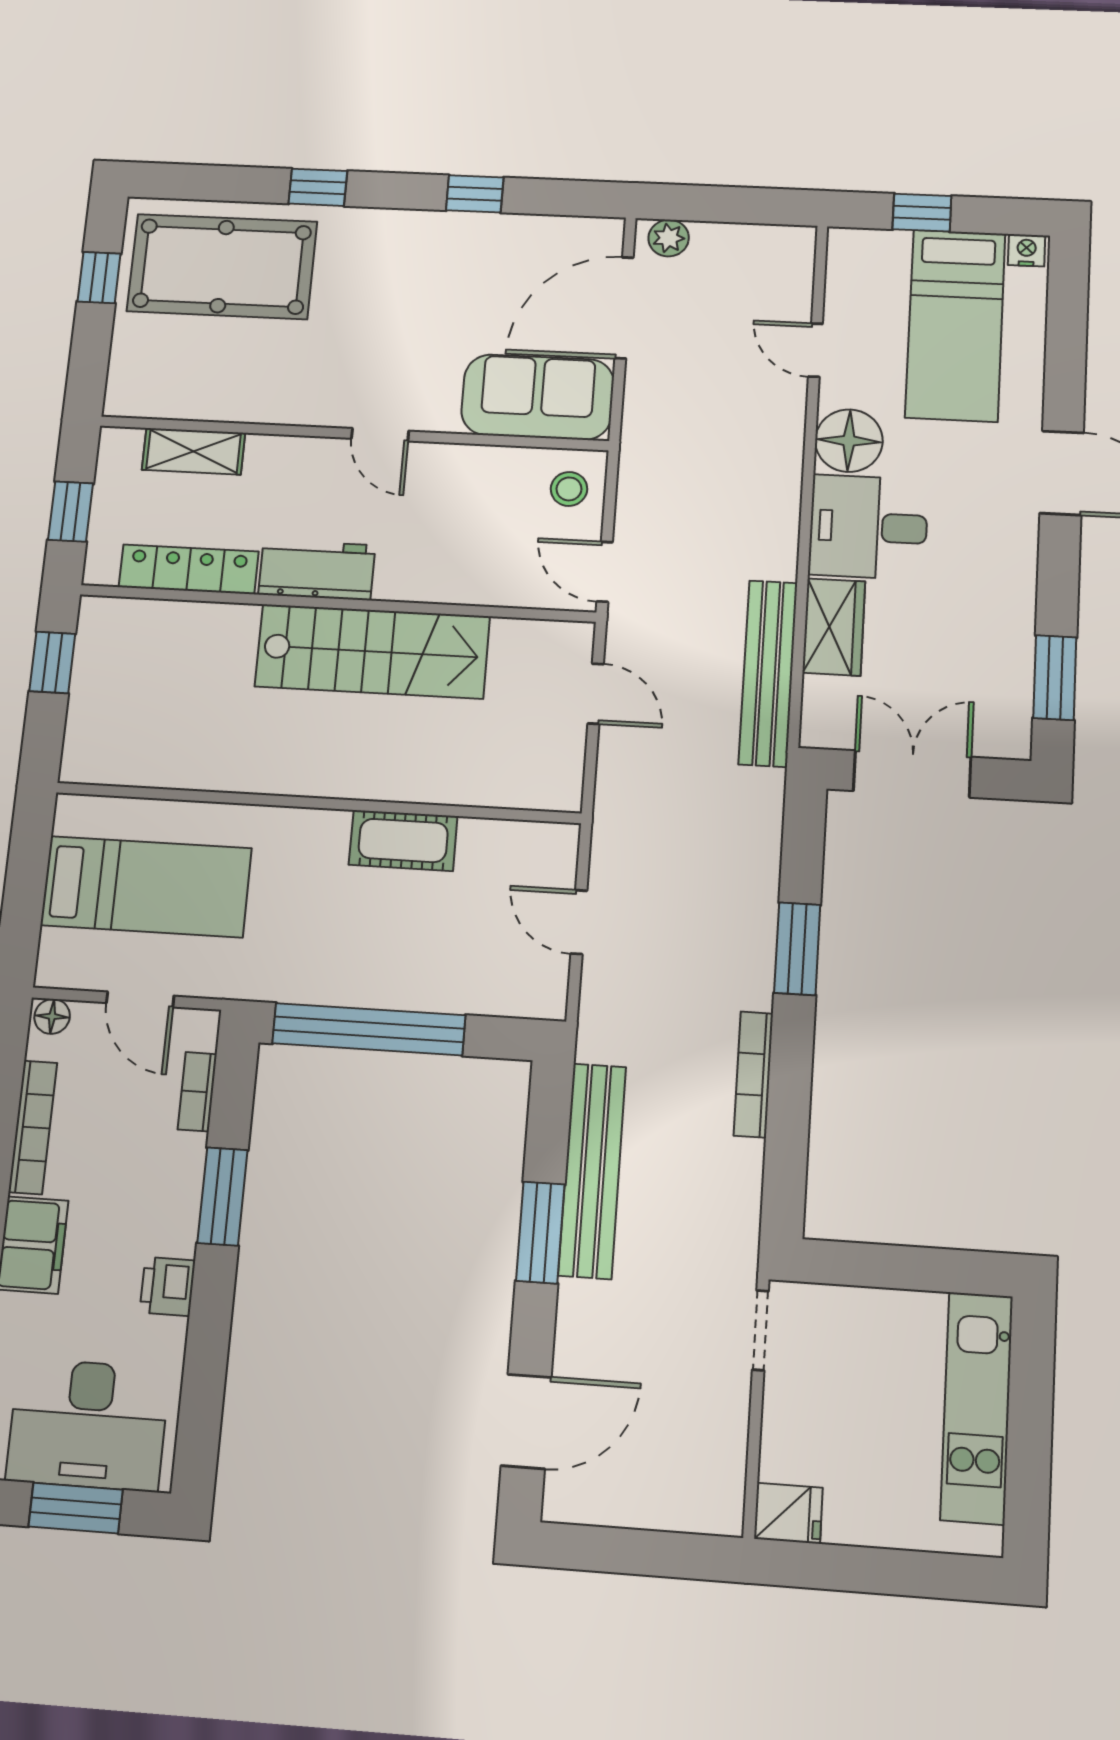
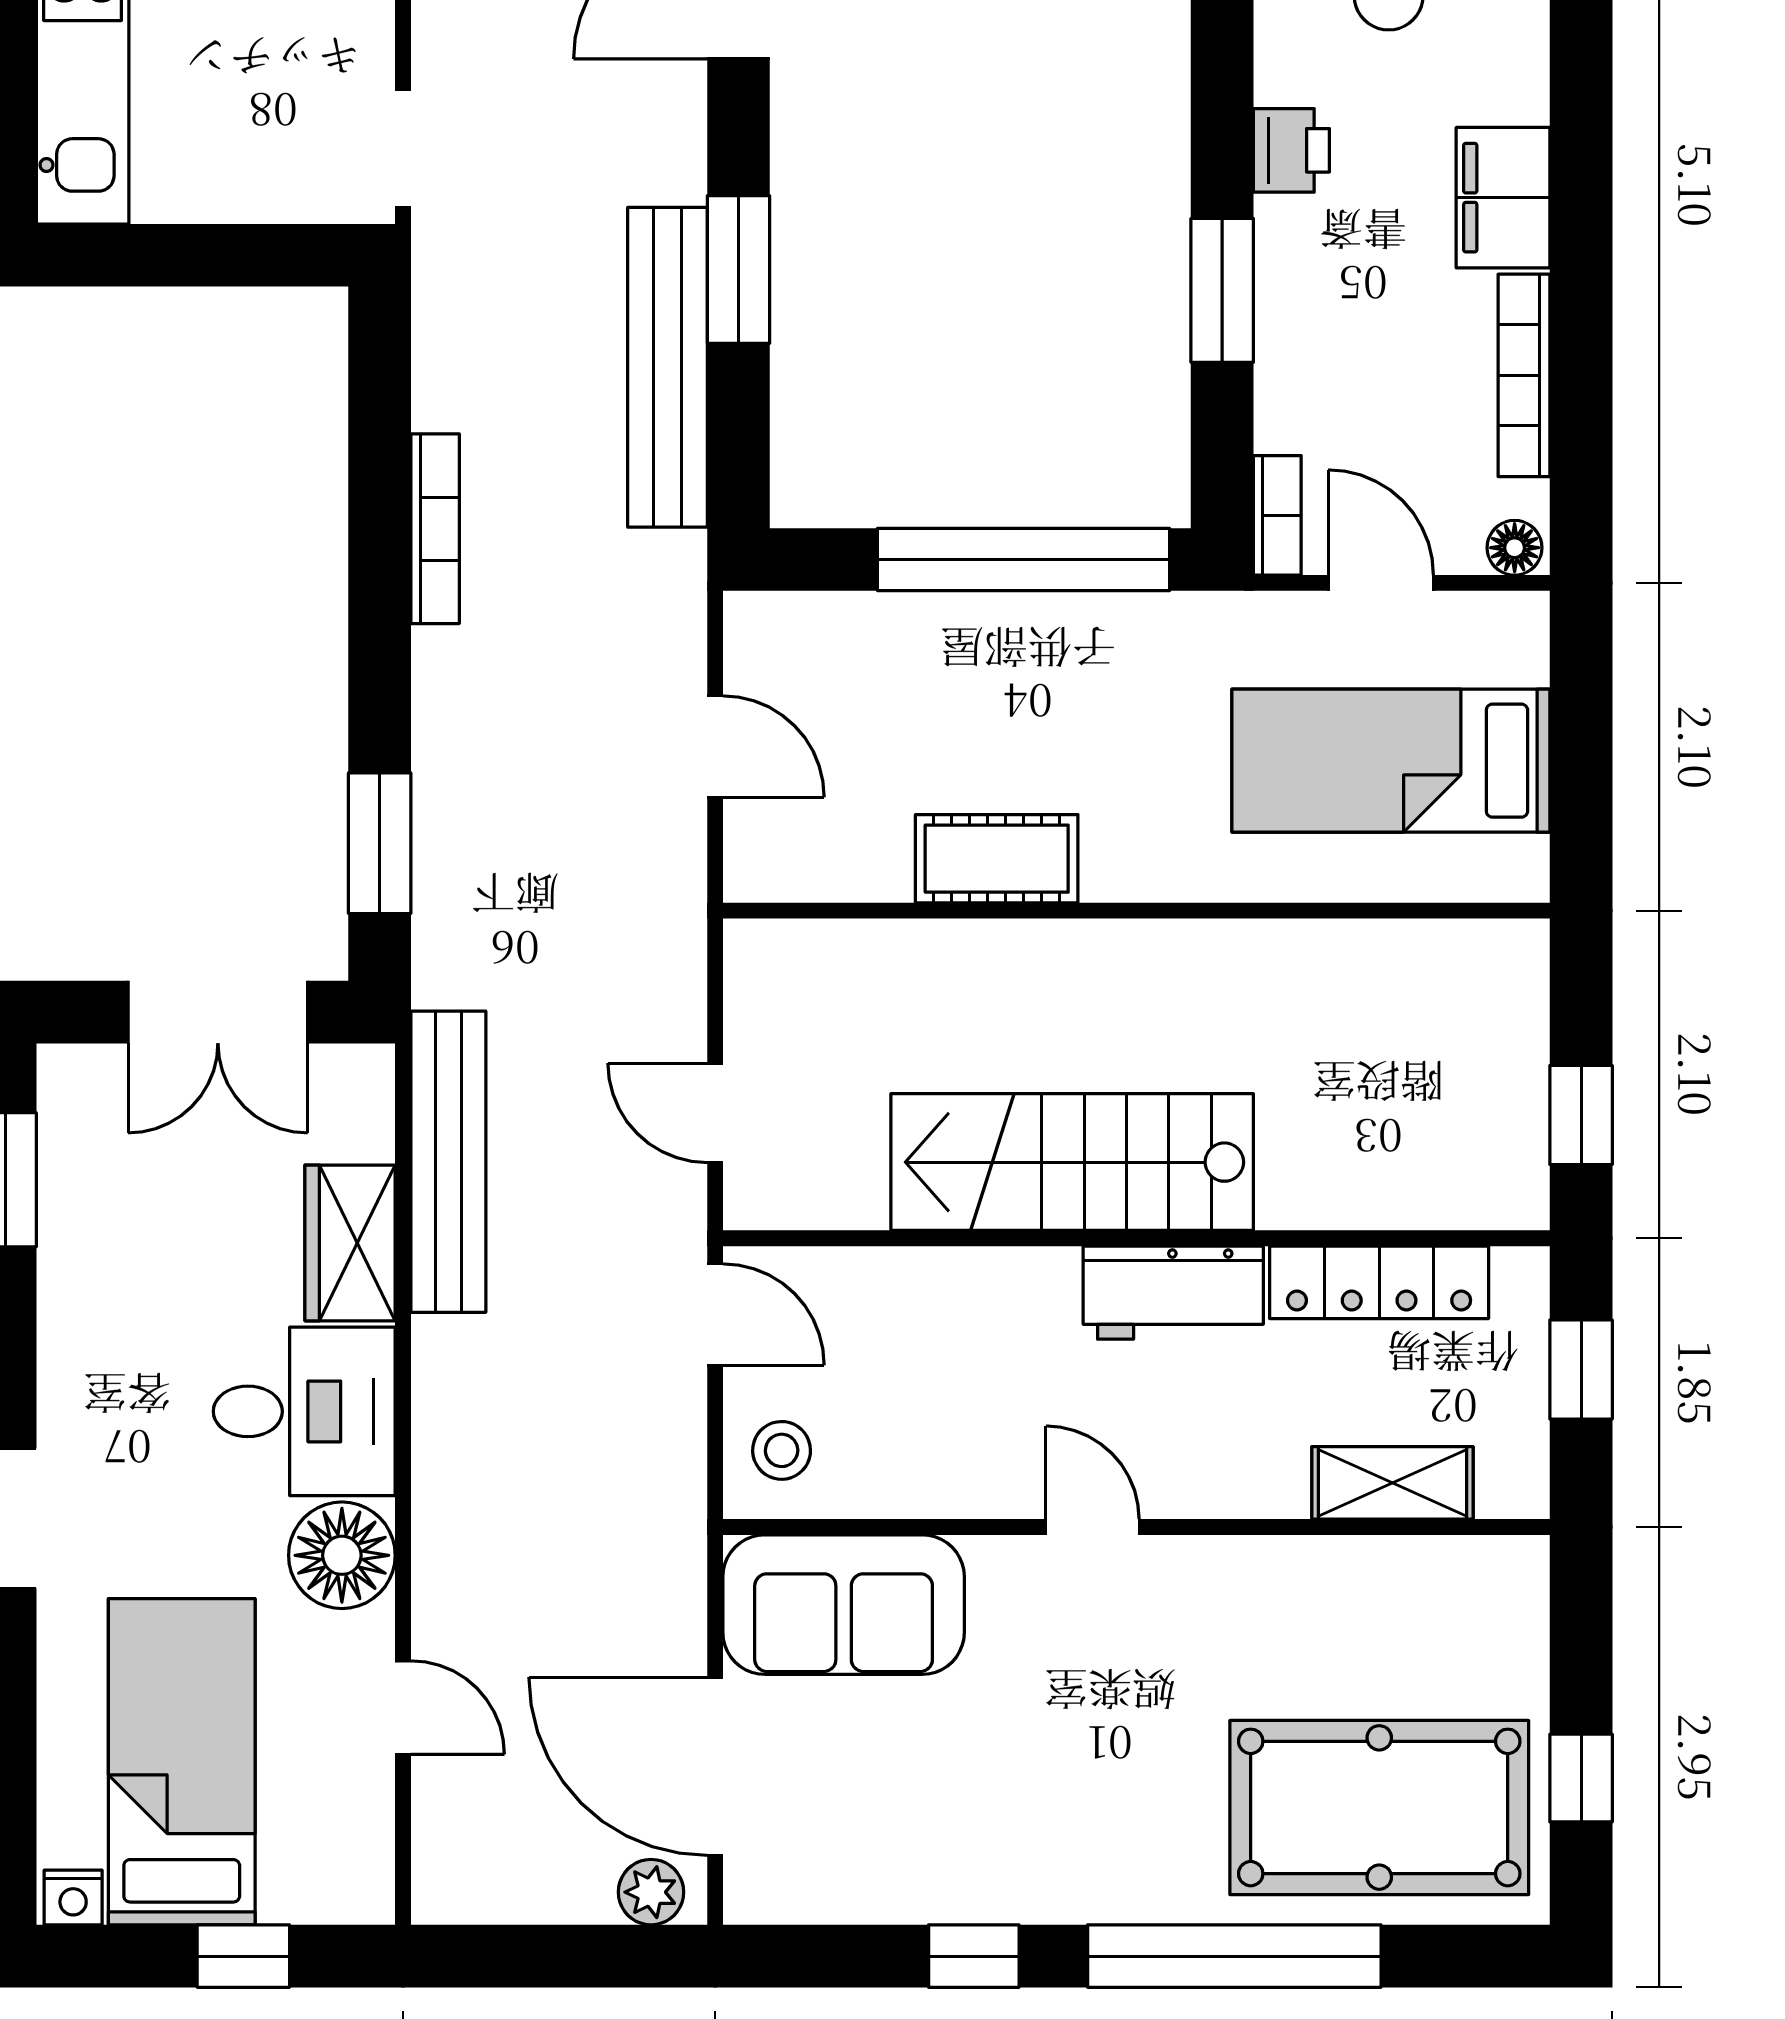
window: (318, 187) -> (1234, 1956), width x3.17
door: (624, 308) -> (715, 1766), swing flipped
window: (797, 949) -> (380, 843), moved
bookcase: (197, 1092) -> (1277, 515), moved

